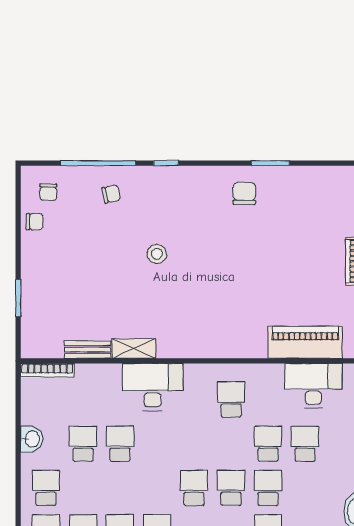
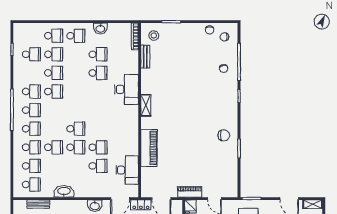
stool: (157, 254) -> (154, 35), moved
piano: (305, 342) -> (149, 148), moved
shelving: (134, 349) -> (146, 105), moved
school desk: (231, 399) -> (120, 129), removed
school desk: (194, 488) -> (76, 110), removed

